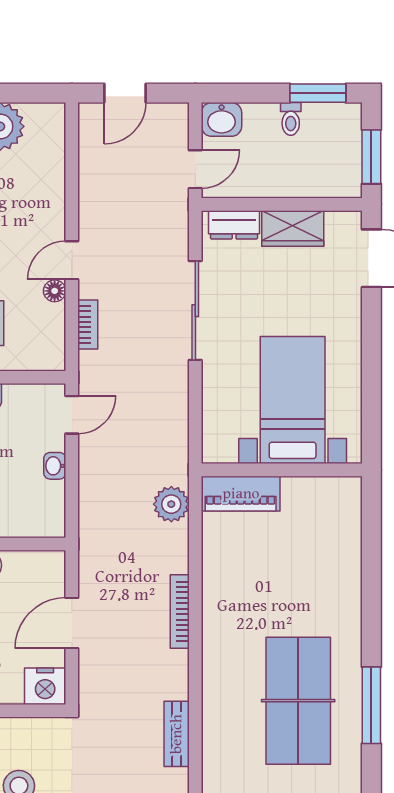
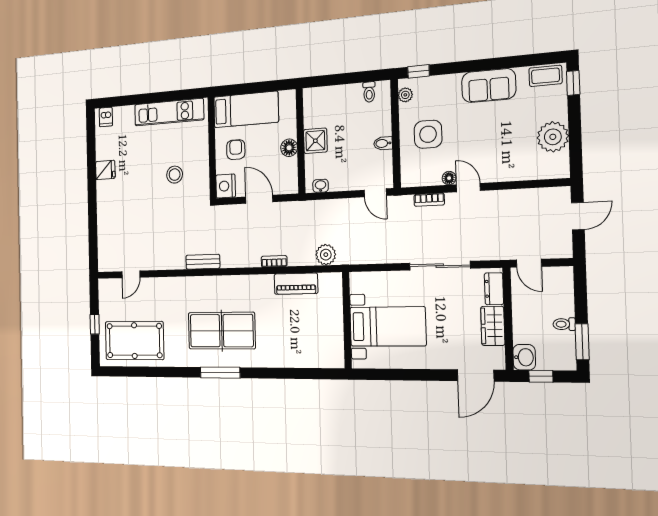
door: (125, 93) -> (578, 216), swing flipped
washbasin: (222, 119) -> (524, 357), moved, turned 180
window: (371, 157) -> (541, 376), width x0.67
washbasin: (55, 466) -> (321, 186), moved
piano: (241, 494) -> (296, 284), moved, turned -90
bookcase: (180, 611) -> (274, 261), width x0.64

